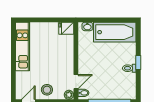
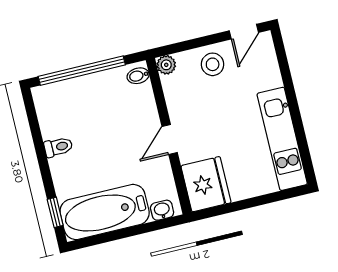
fridge: (66, 28) -> (206, 184), width x1.88, depth x1.34
window: (138, 63) -> (55, 212), moved
door: (76, 82) -> (170, 139), moved

